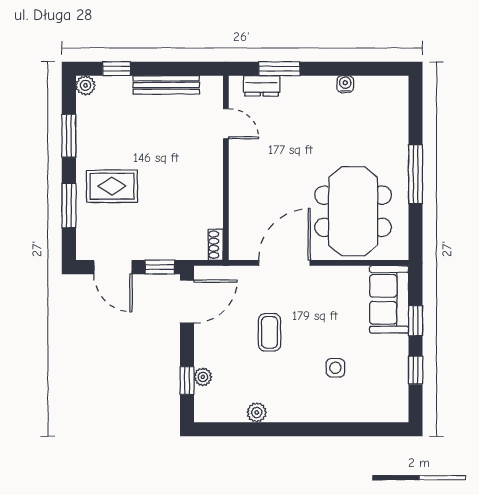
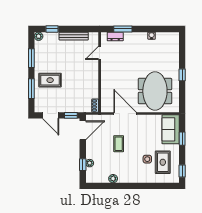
door: (226, 124) -> (100, 53), swing flipped
window: (415, 174) -> (182, 75), width x0.46
door: (284, 263) -> (125, 113), hinge flipped
window: (415, 370) -> (182, 171), moved
rug: (371, 375) -> (163, 162), added

